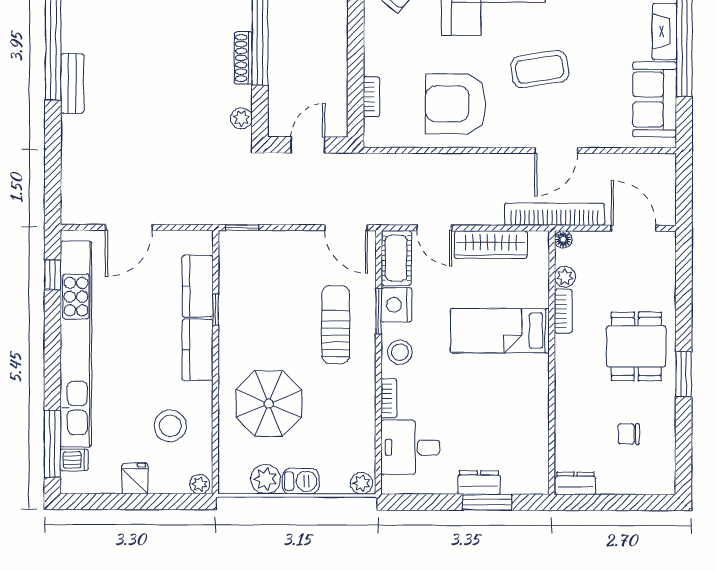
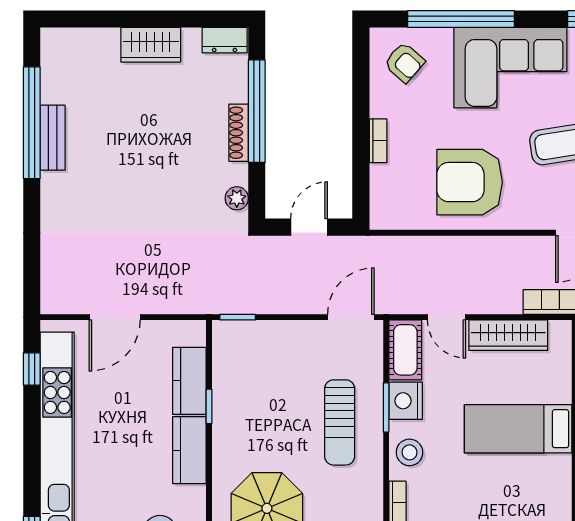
bench: (72, 83) -> (53, 138), moved
bookcase: (371, 97) -> (378, 141), moved
door: (346, 228) -> (351, 317), swing flipped
sun lounger: (336, 325) -> (340, 422), turned 180

